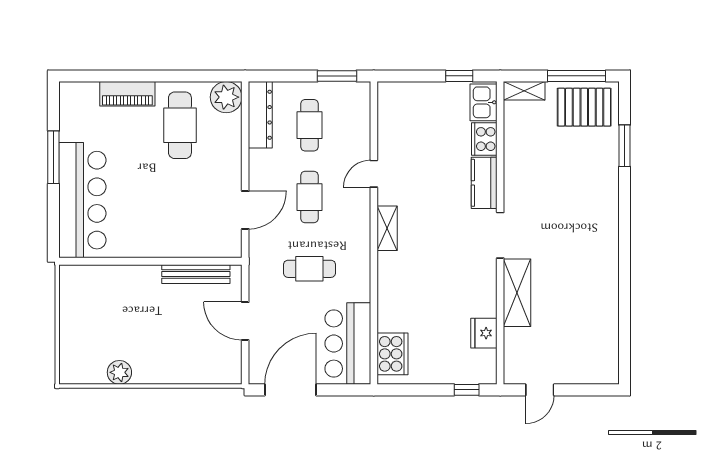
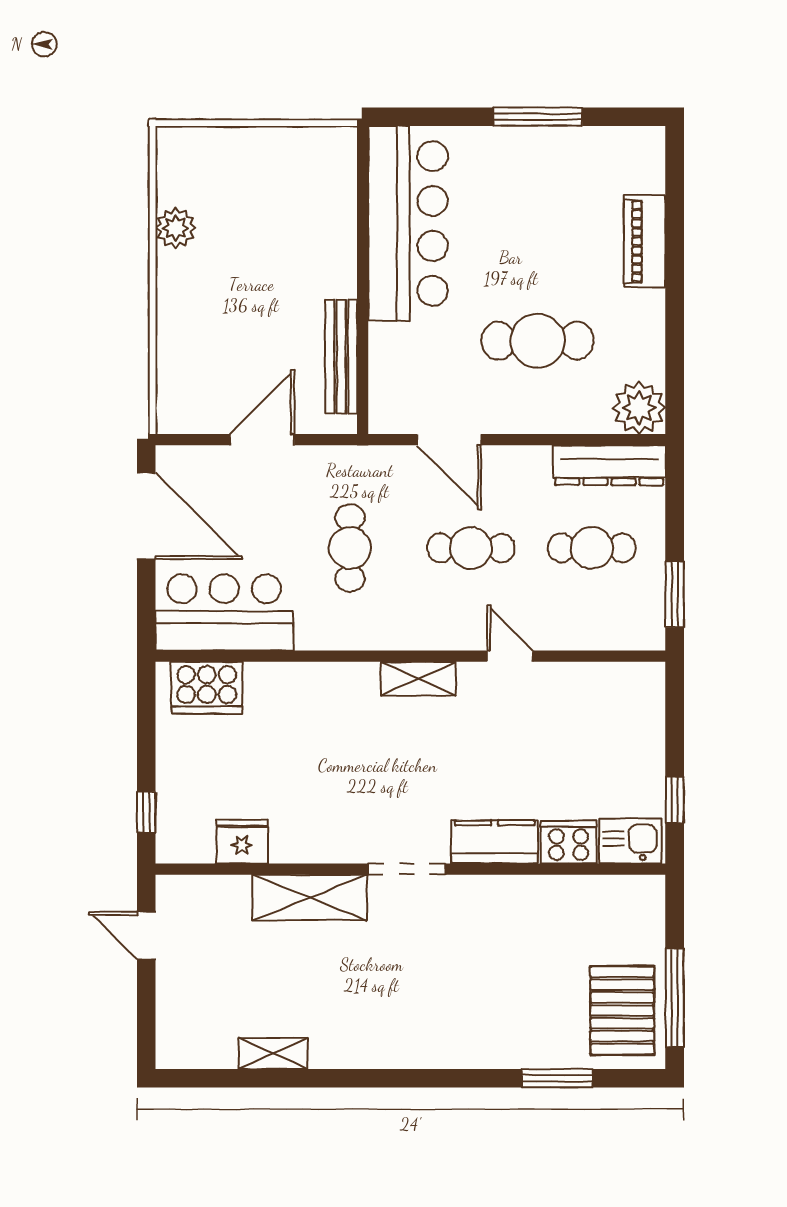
shelving: (524, 91) -> (273, 1053), moved, turned 90
cafe table: (180, 125) -> (537, 341), moved
bar counter: (82, 200) -> (408, 223), moved, turned -90

